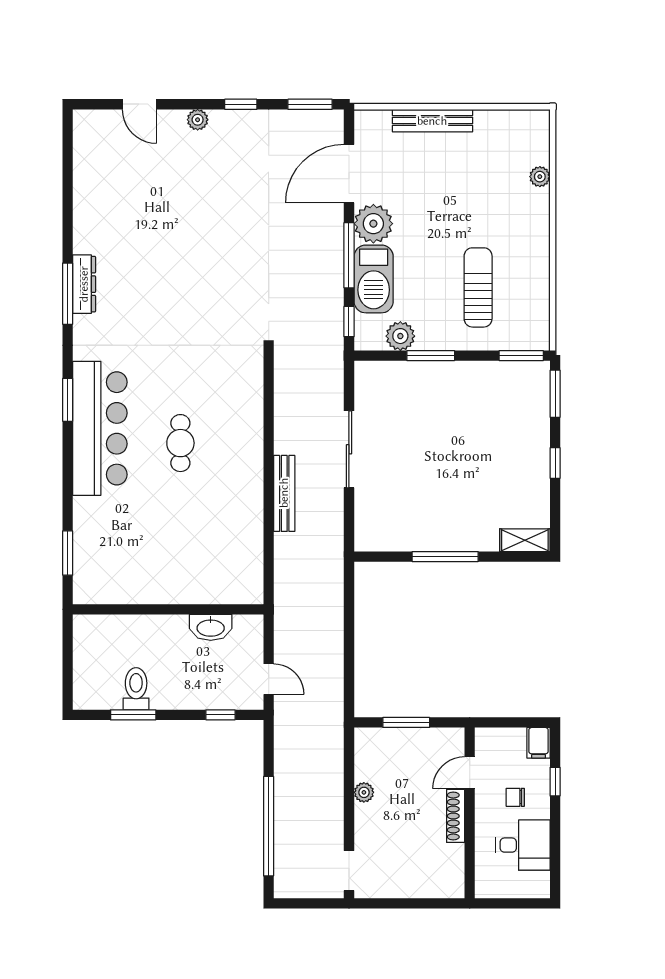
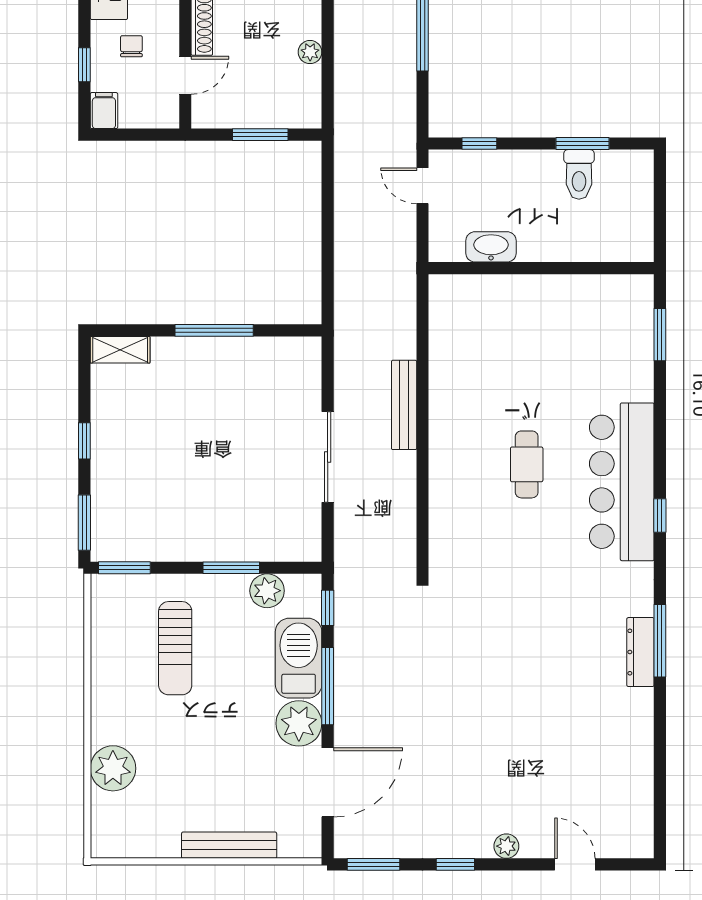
plant: (540, 177) -> (113, 768), width x1.87, depth x1.87
window: (68, 400) -> (660, 515), width x0.67
chair: (515, 797) -> (131, 46), turned -90

